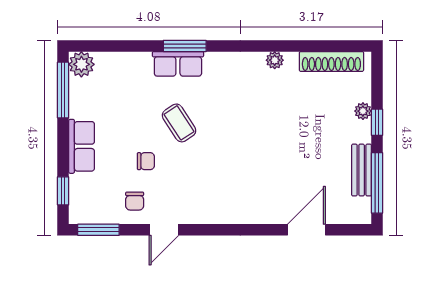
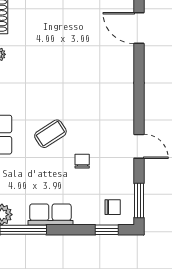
row of seats: (82, 146) -> (50, 214), moved
chair: (135, 201) -> (113, 207), moved

